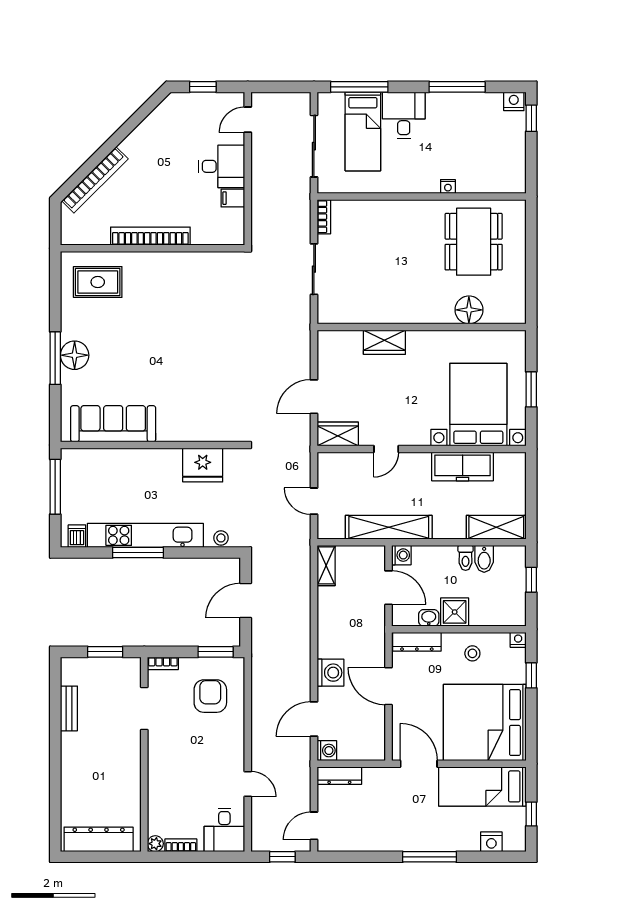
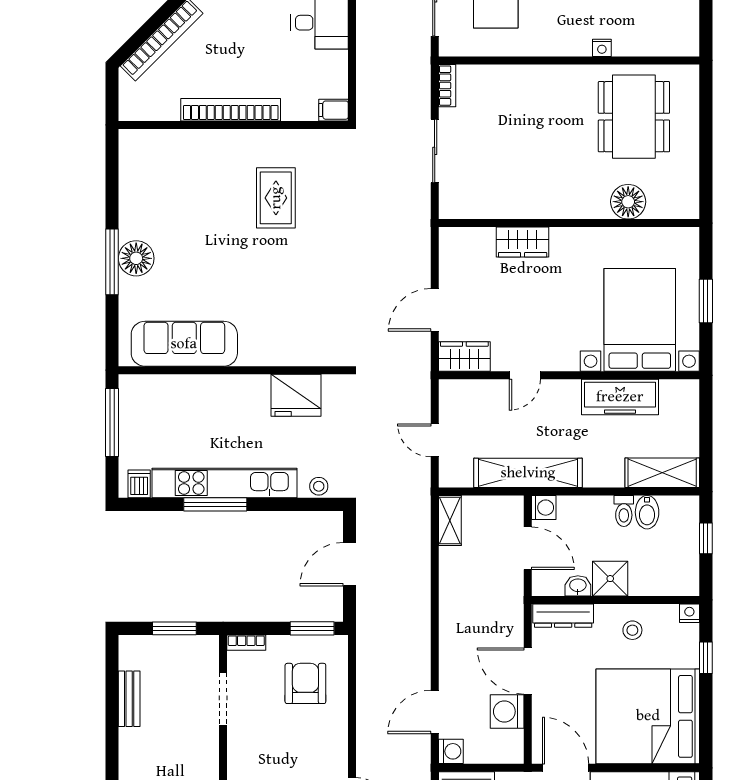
filing cabinet: (233, 198) -> (334, 110), moved
rug: (98, 282) -> (276, 198), moved, turned 90
washing machine: (330, 673) -> (507, 711), moved, turned 180

